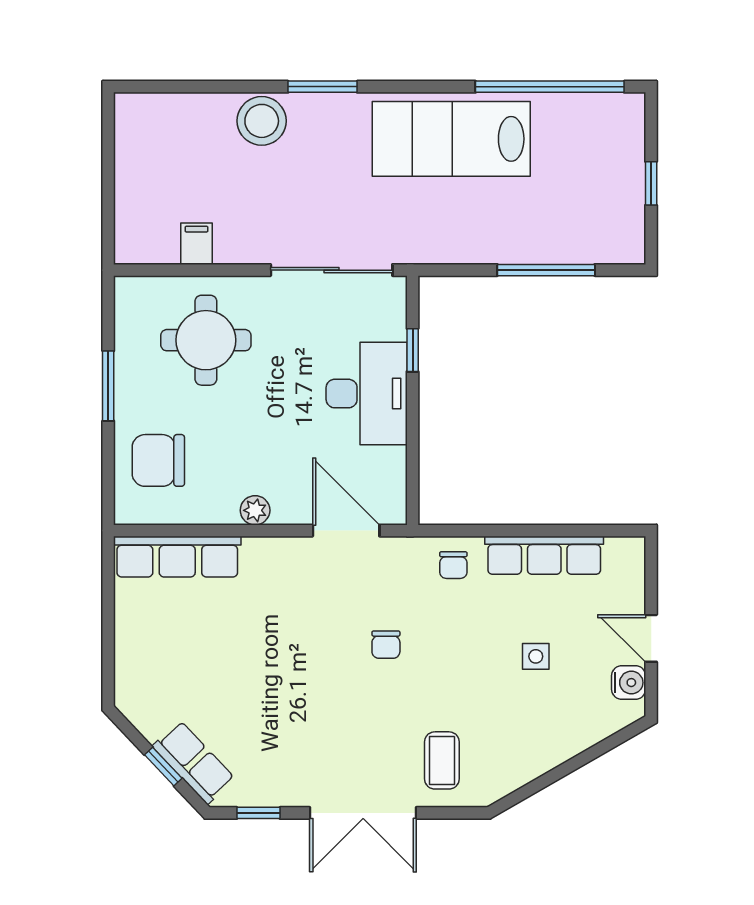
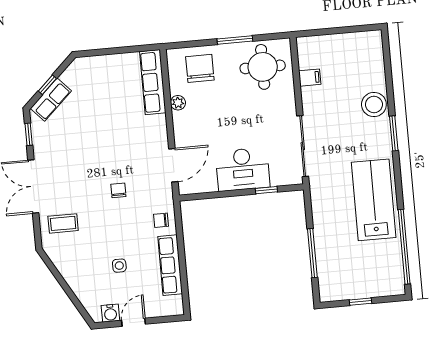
round table: (206, 340) -> (263, 67), moved
plant: (255, 510) -> (178, 103), moved
chair: (386, 645) -> (118, 190), turned 90

